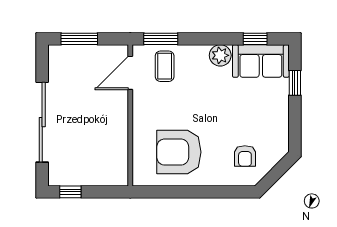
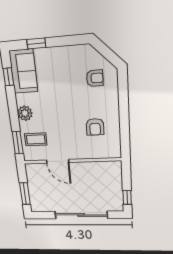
plant: (220, 55) -> (25, 113), moved
door: (130, 73) -> (58, 161), moved
armchair: (179, 152) -> (95, 127), width x0.53, depth x0.53

